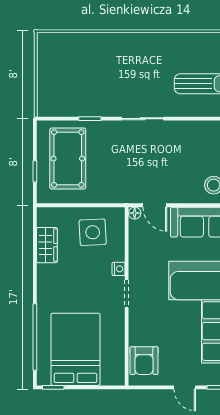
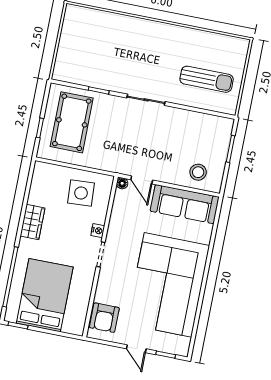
wardrobe: (47, 245) -> (33, 222), moved

